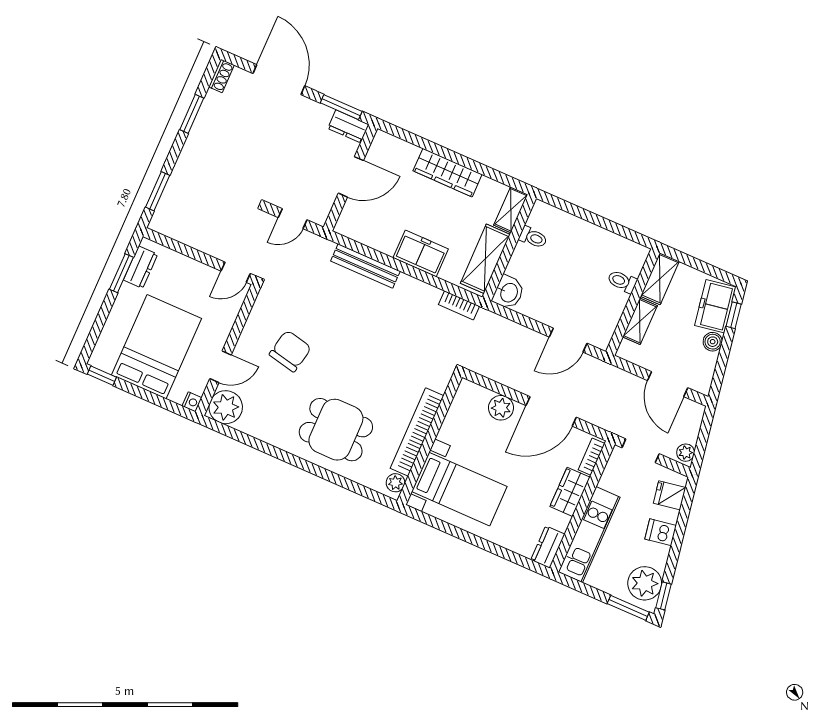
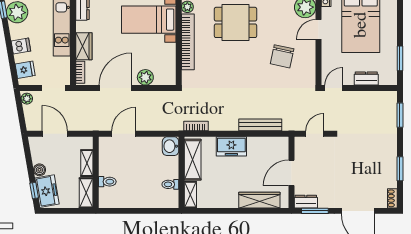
wardrobe: (448, 173) -> (259, 200), moved
dresser: (141, 267) -> (366, 79), moved, turned 90

